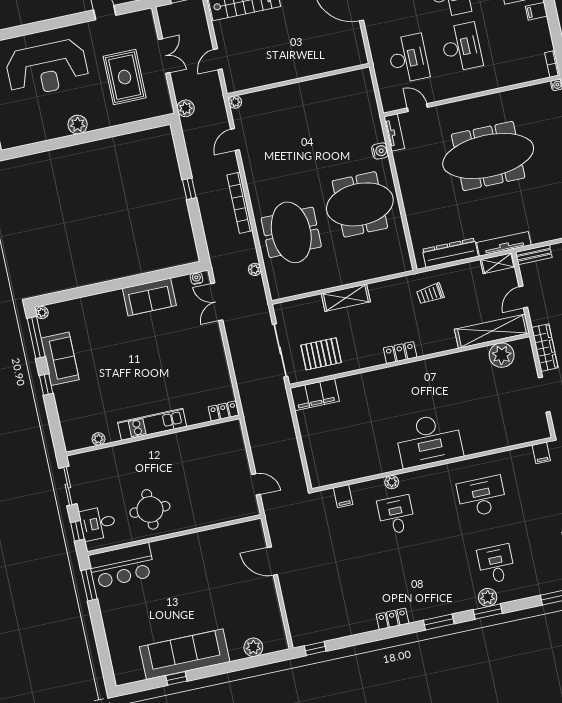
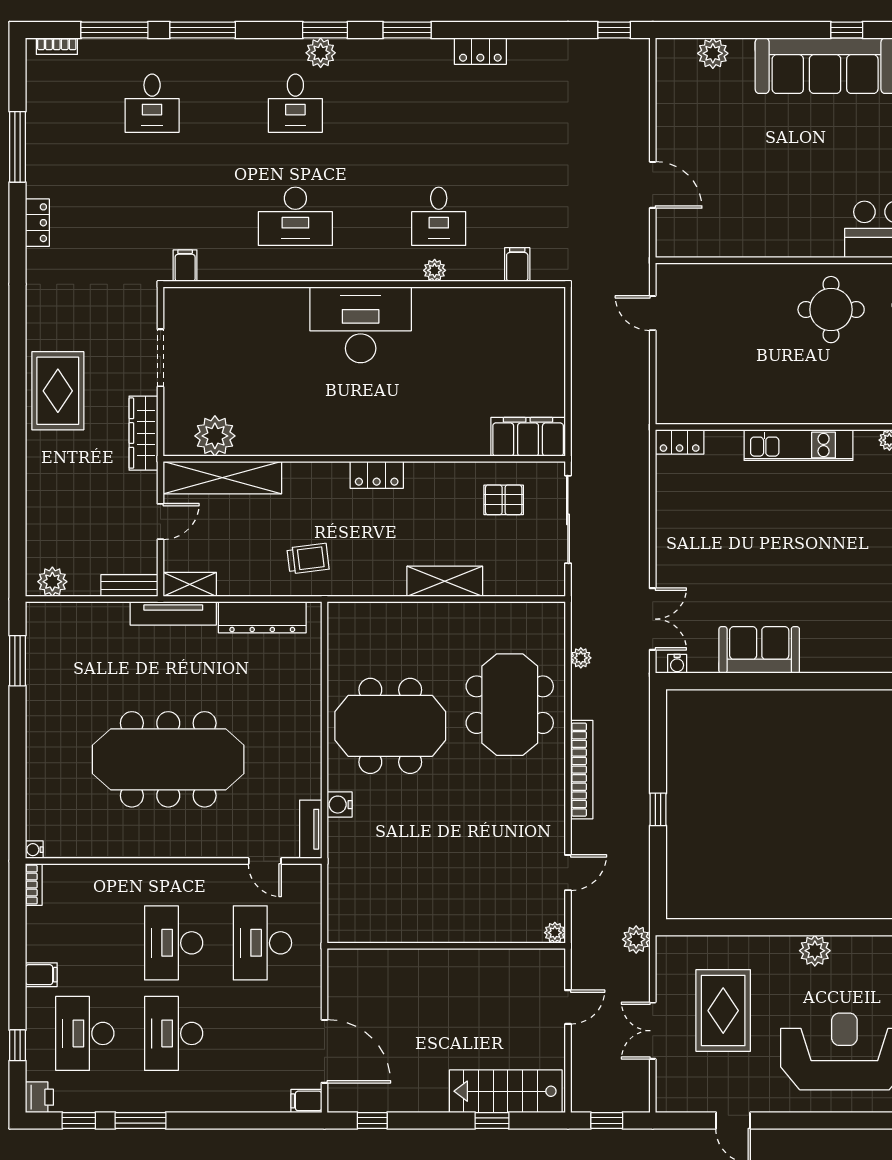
pallet: (321, 354) -> (504, 500), width x0.67, depth x0.71

